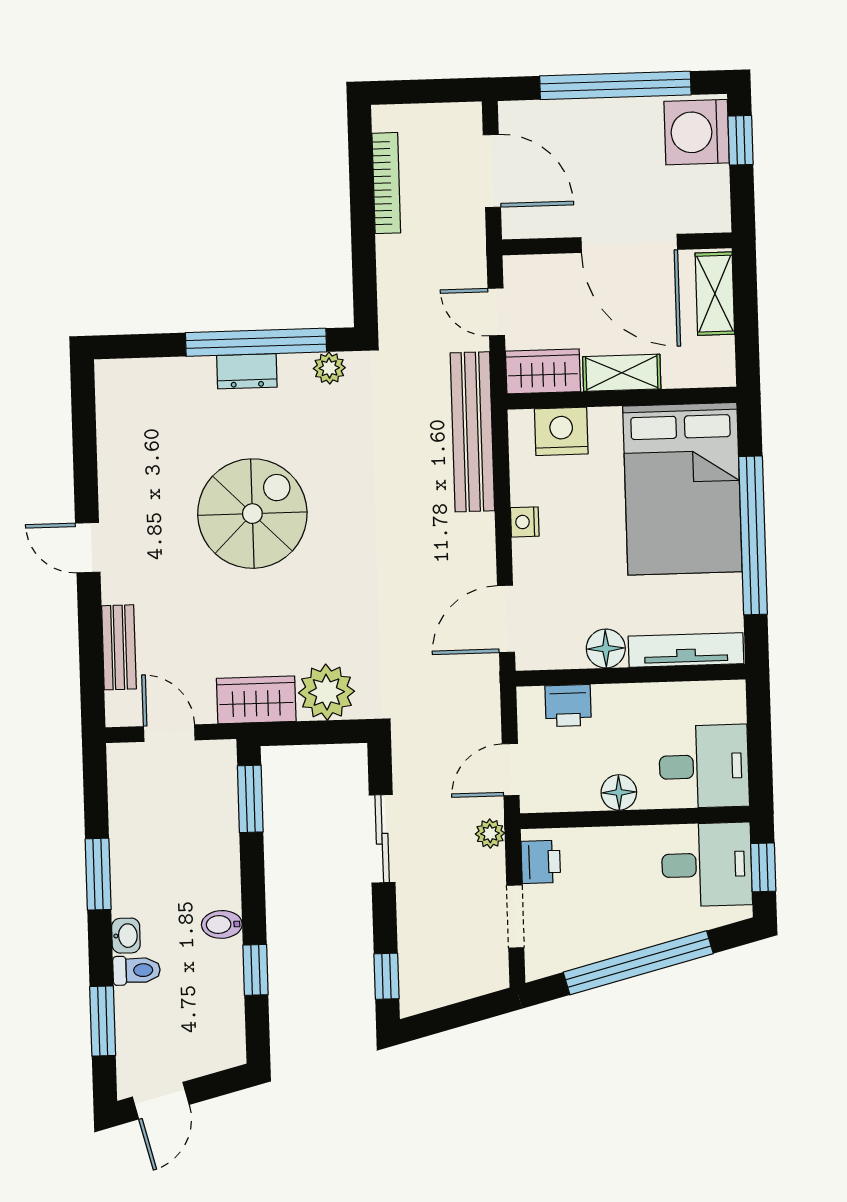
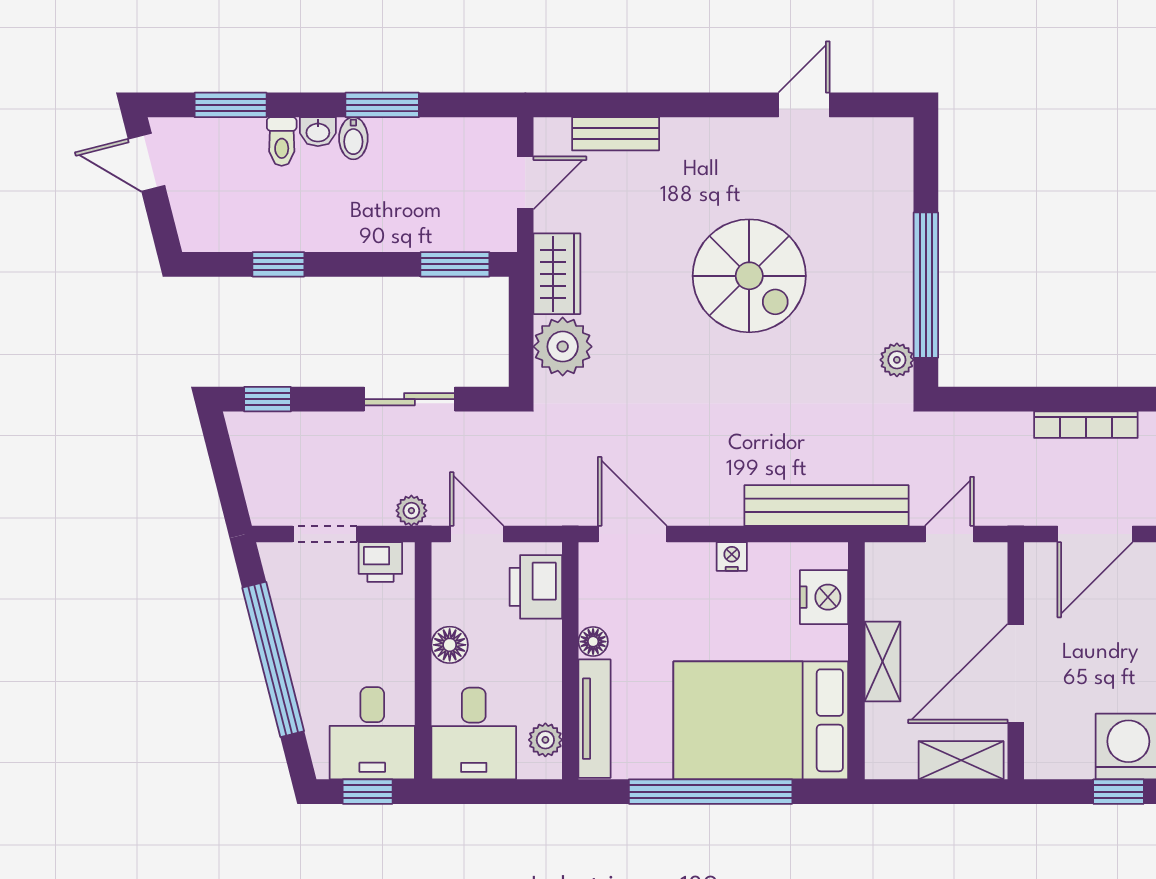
dresser: (247, 371) -> (896, 275), removed
wardrobe: (543, 371) -> (887, 580), removed
door: (88, 548) -> (804, 105), moved
floor lamp: (606, 649) -> (593, 642), width x0.73, depth x0.73
plant: (708, 697) -> (545, 740), added
printer: (568, 706) -> (536, 587), width x1.36, depth x1.24
bidet: (222, 924) -> (353, 138), moved, turned 180

